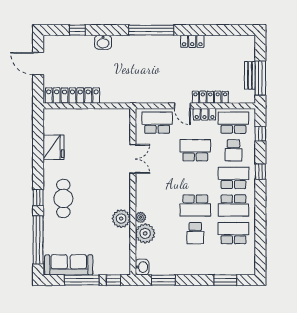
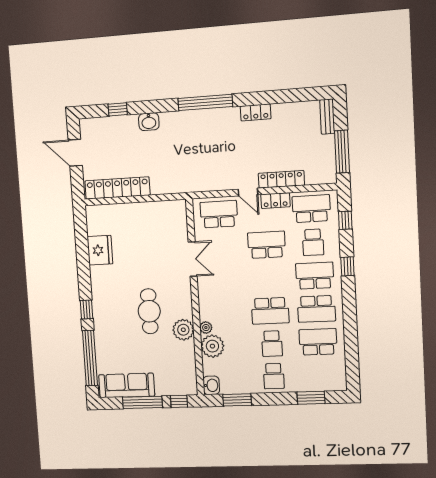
bench: (250, 75) -> (327, 117), moved
cafe table: (63, 198) -> (149, 311), moved
school desk: (195, 261) -> (274, 376), added

